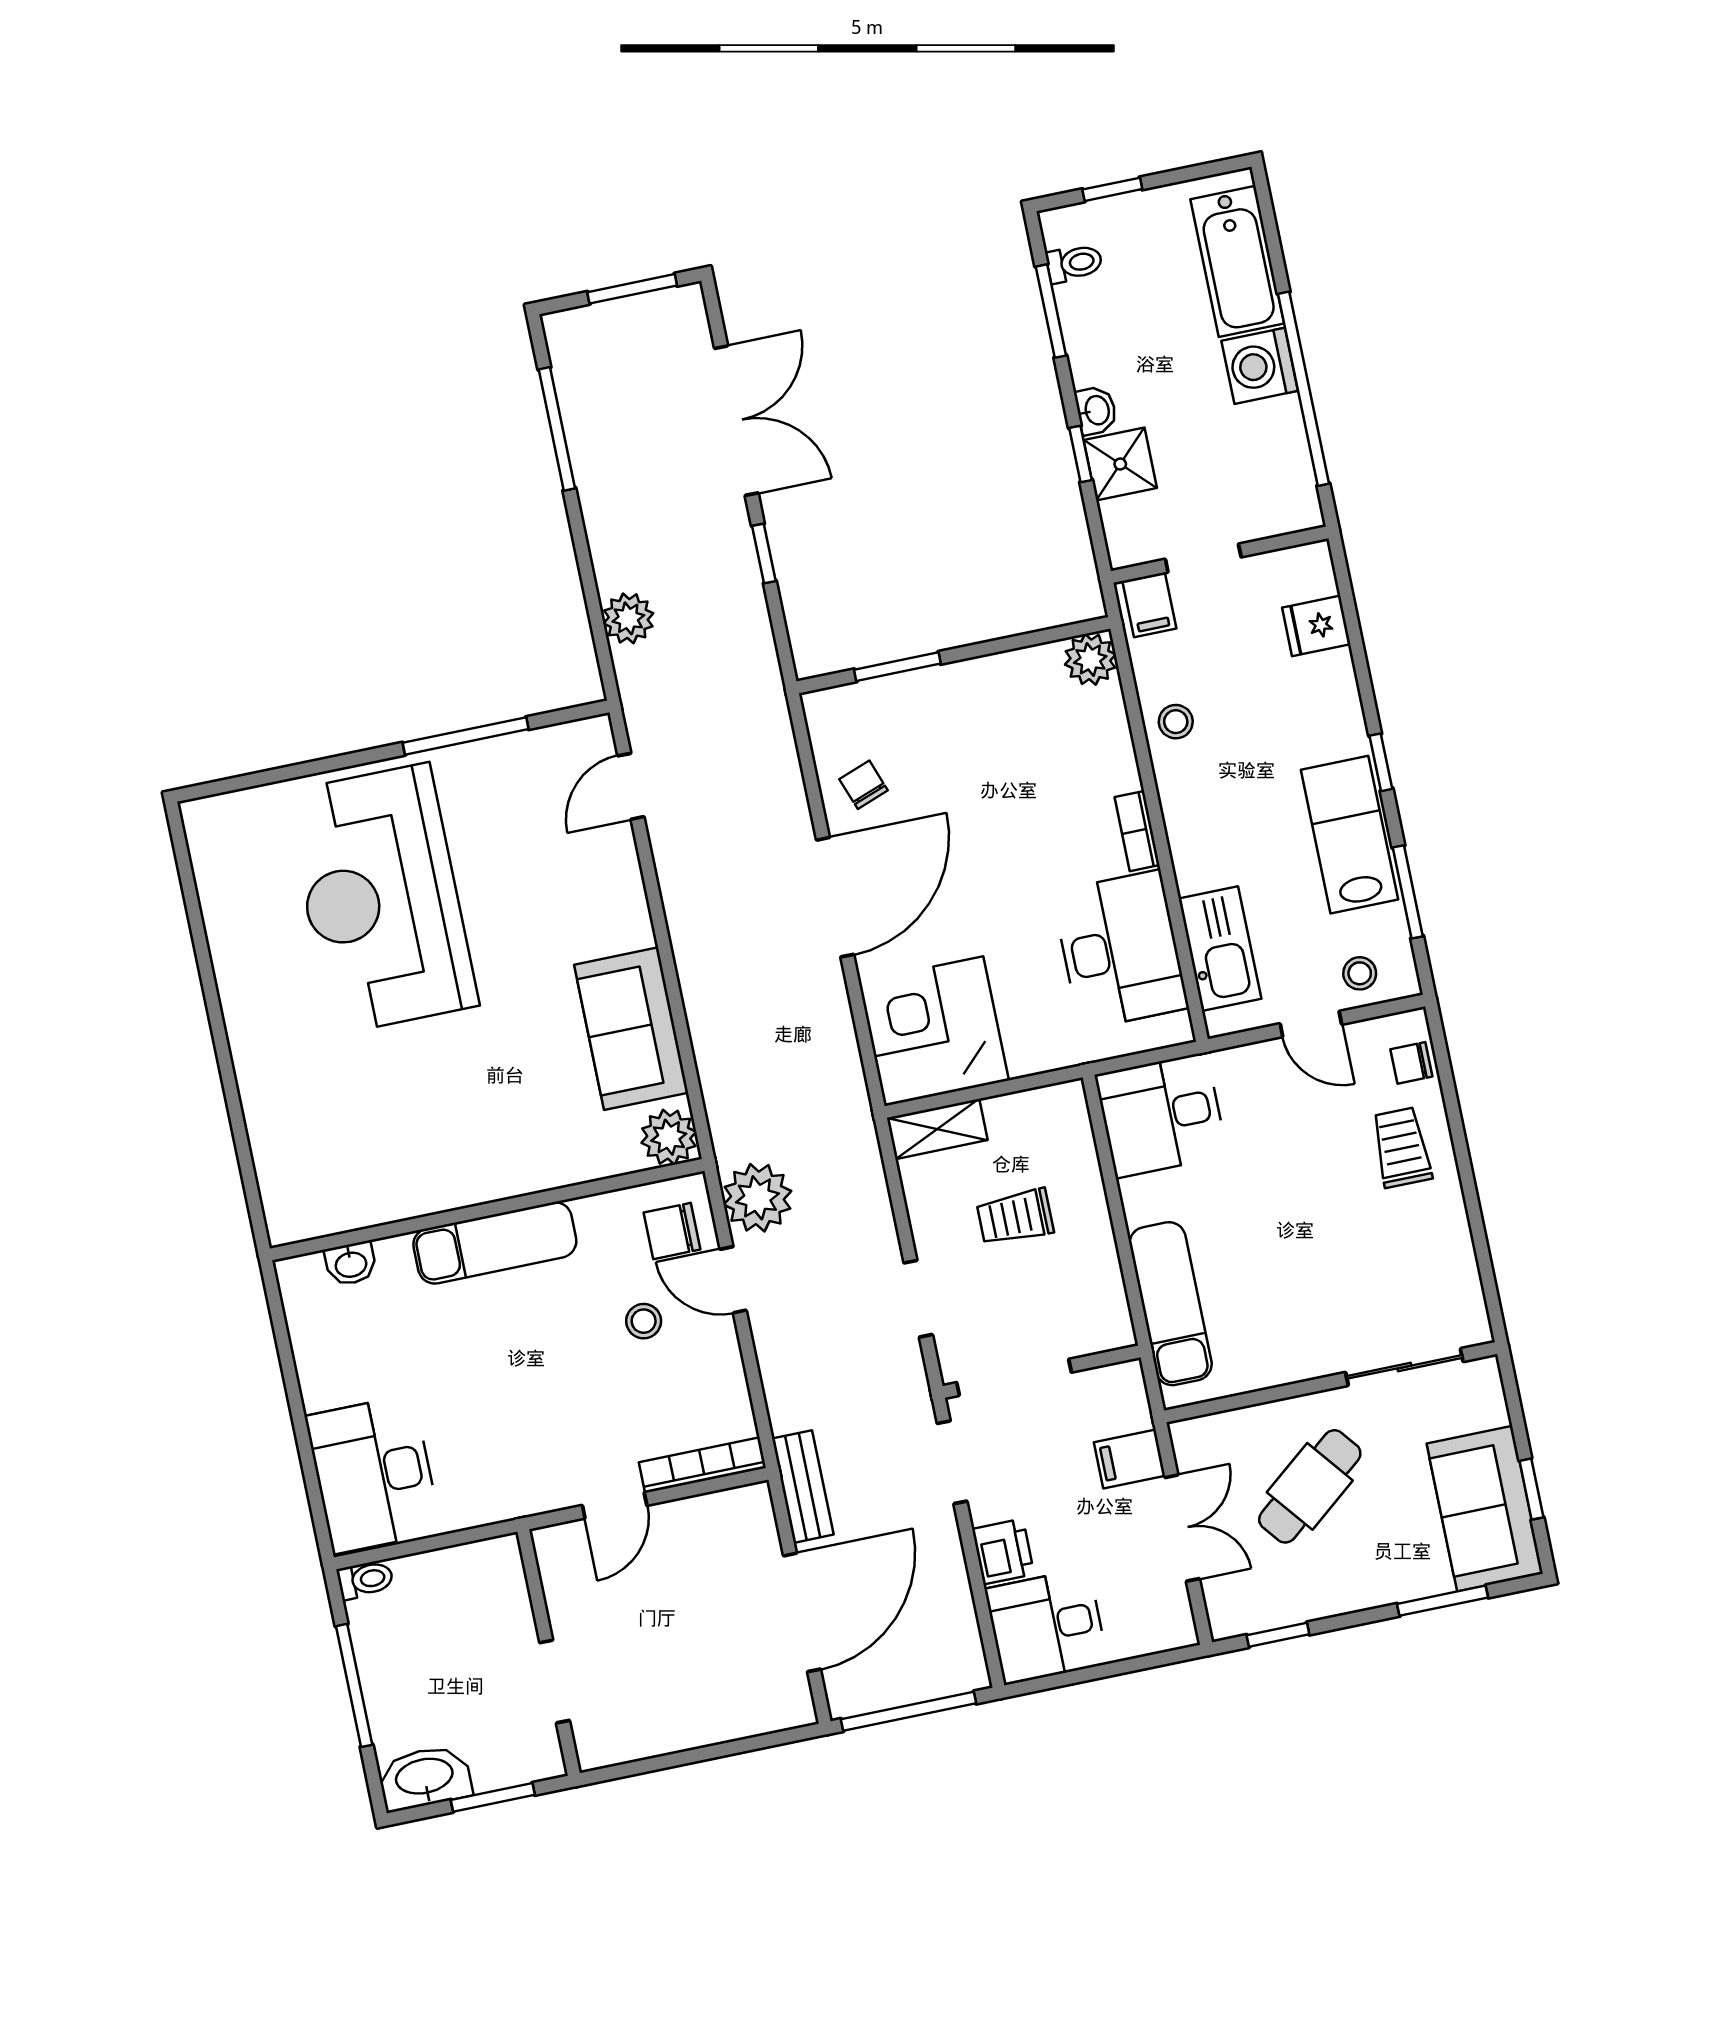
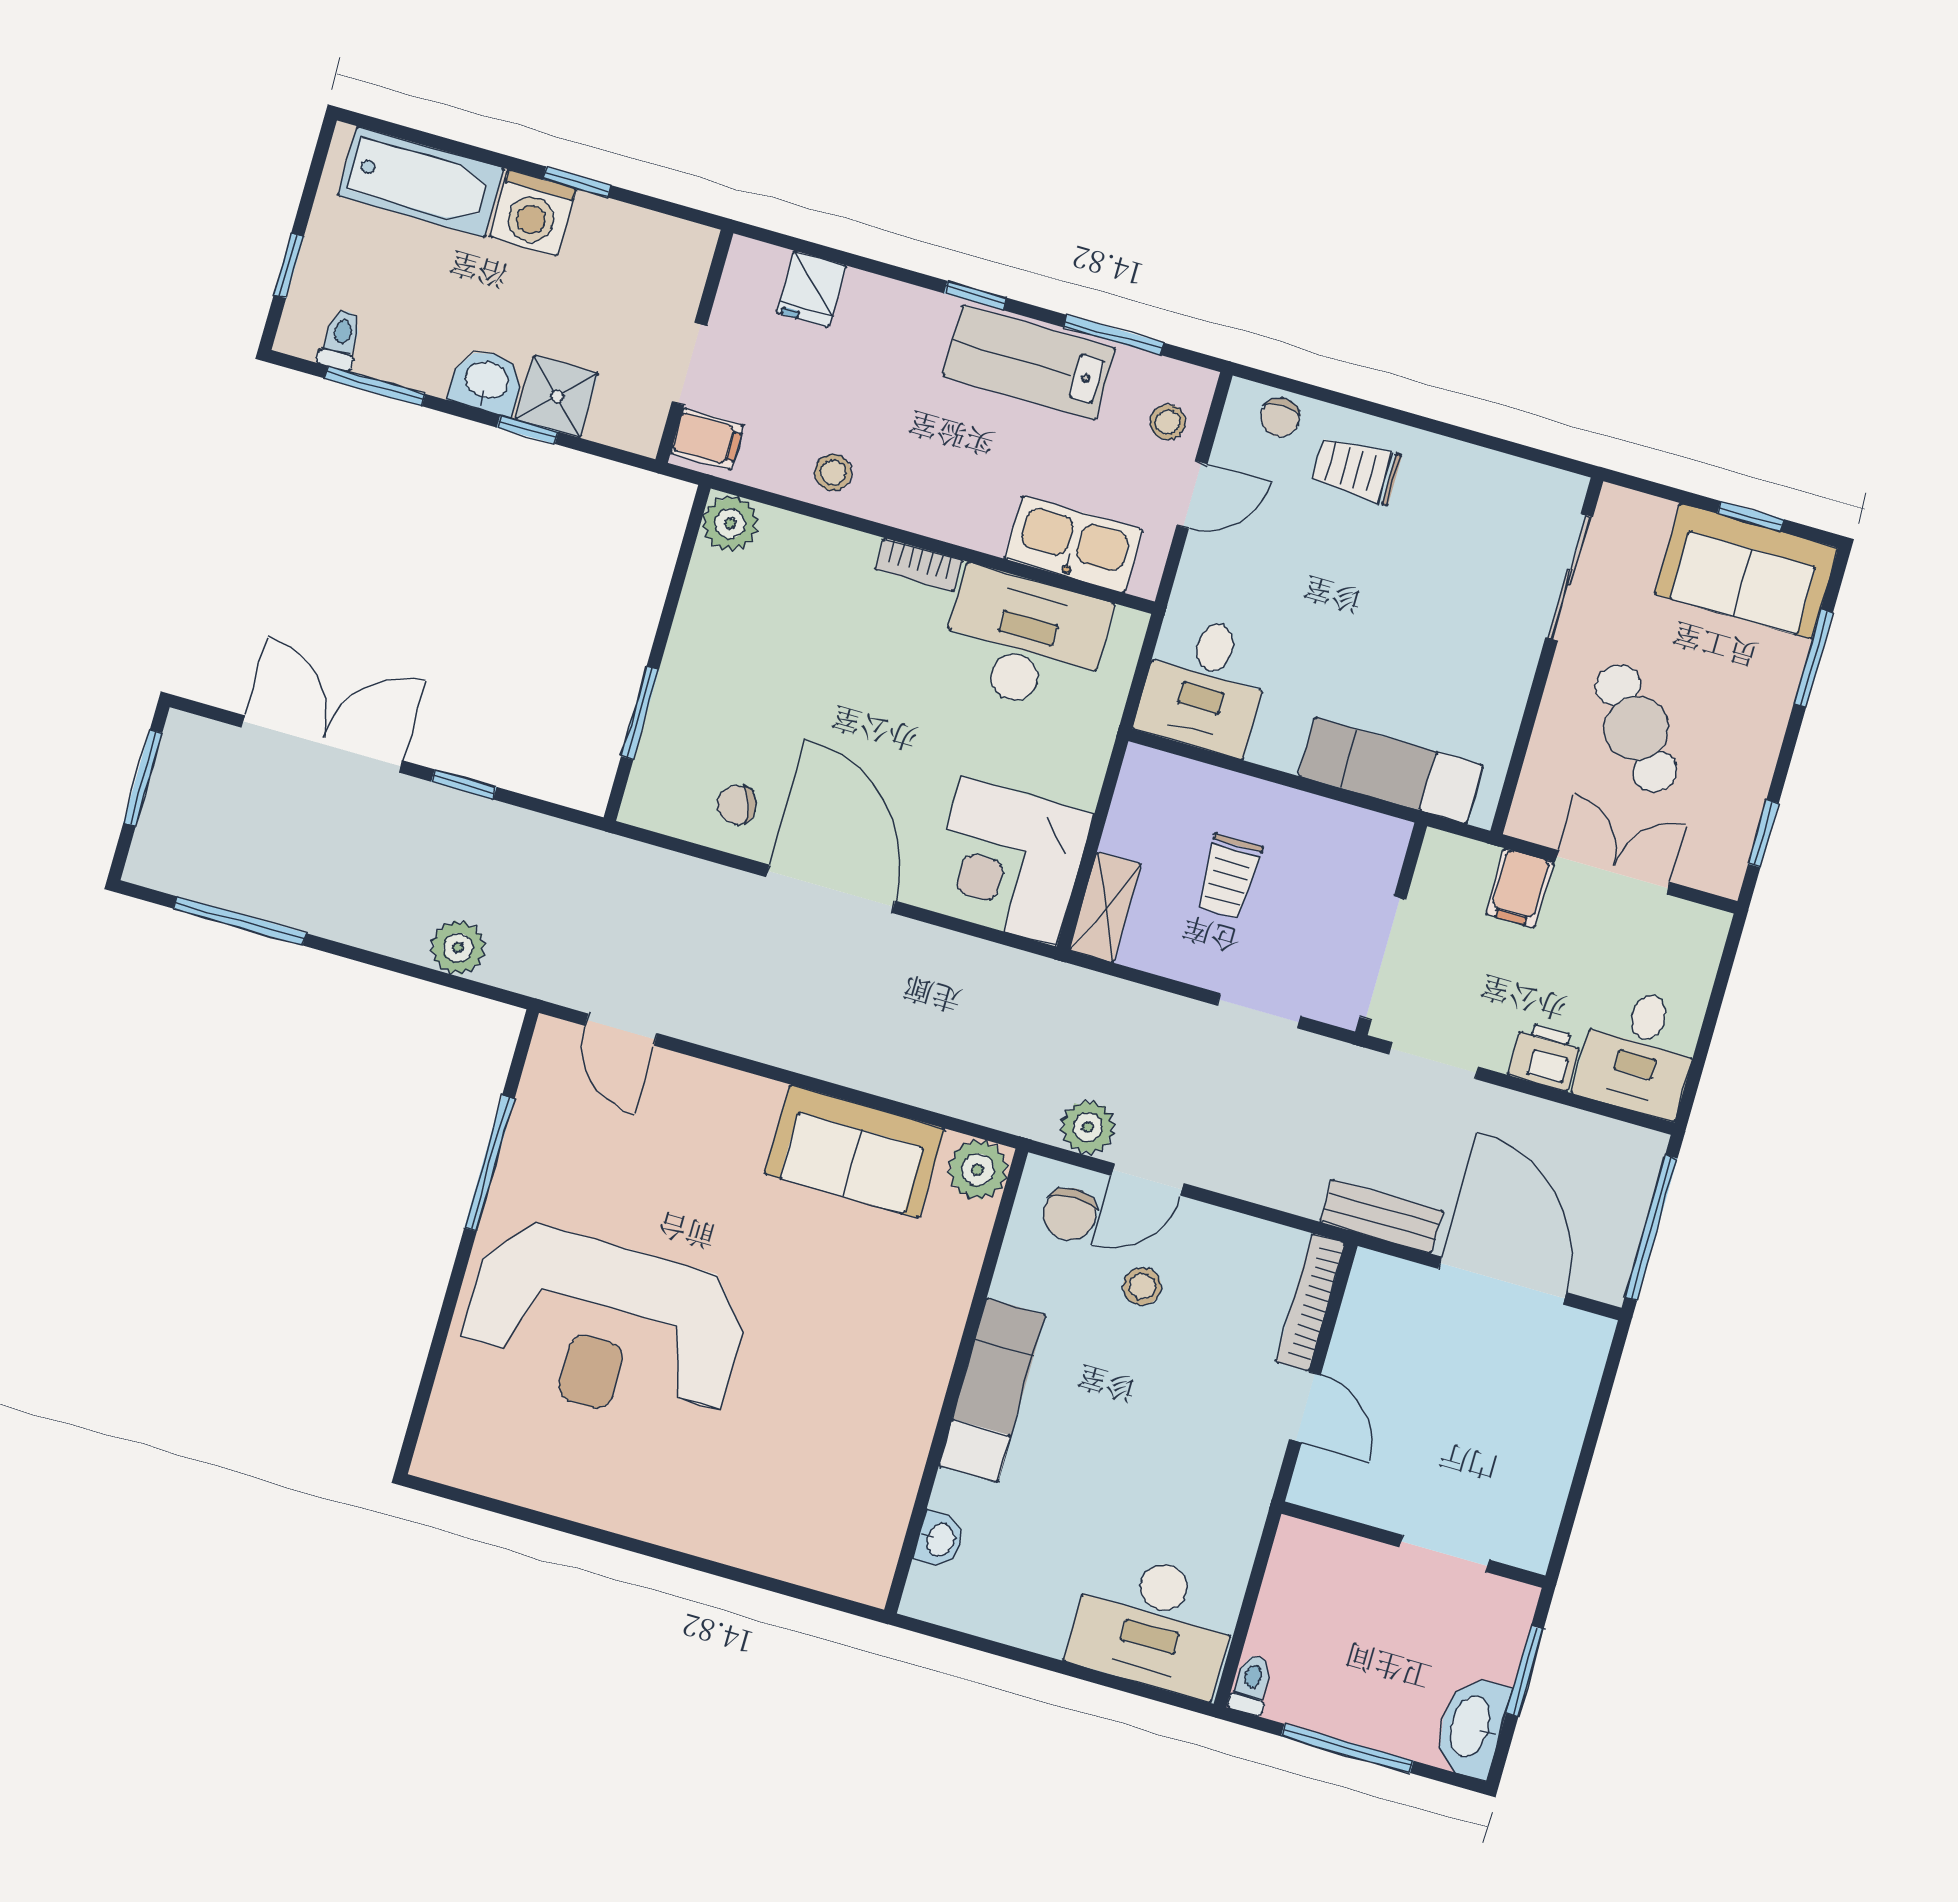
window: (1304, 389) -> (577, 182), width x0.32
washbasin: (1096, 410) -> (487, 382), width x1.38, depth x1.45
plant: (757, 1198) -> (1088, 1127), width x0.73, depth x0.73

